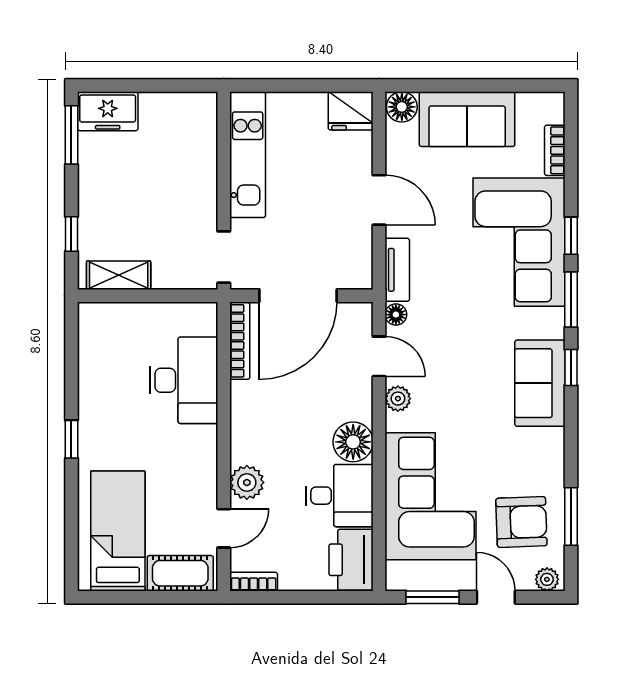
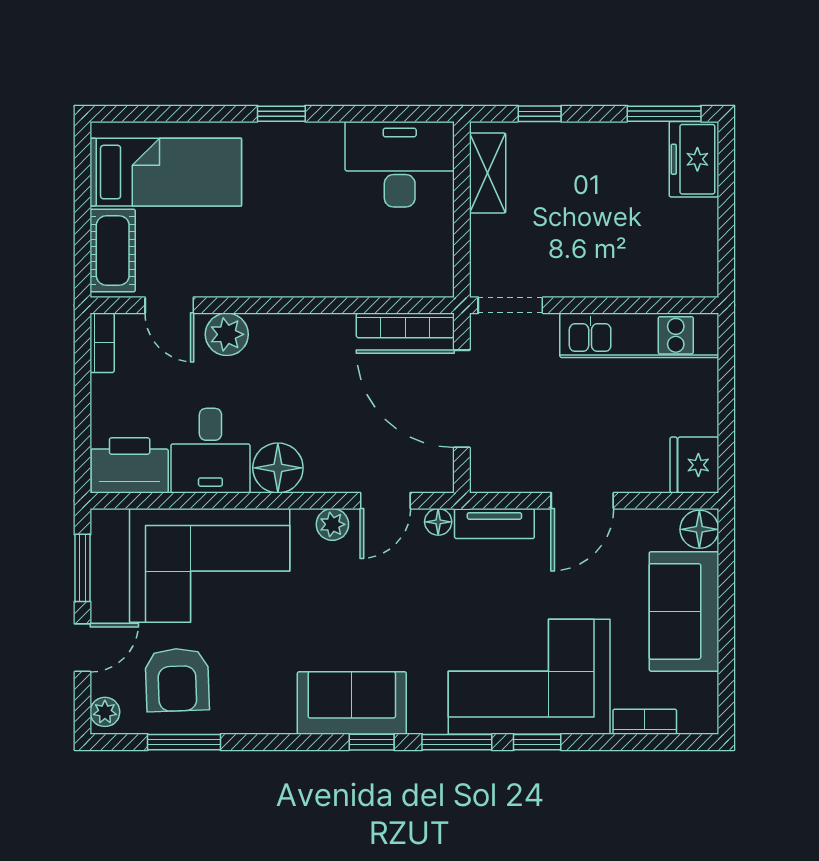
desk: (184, 380) -> (400, 164), moved, turned 180

